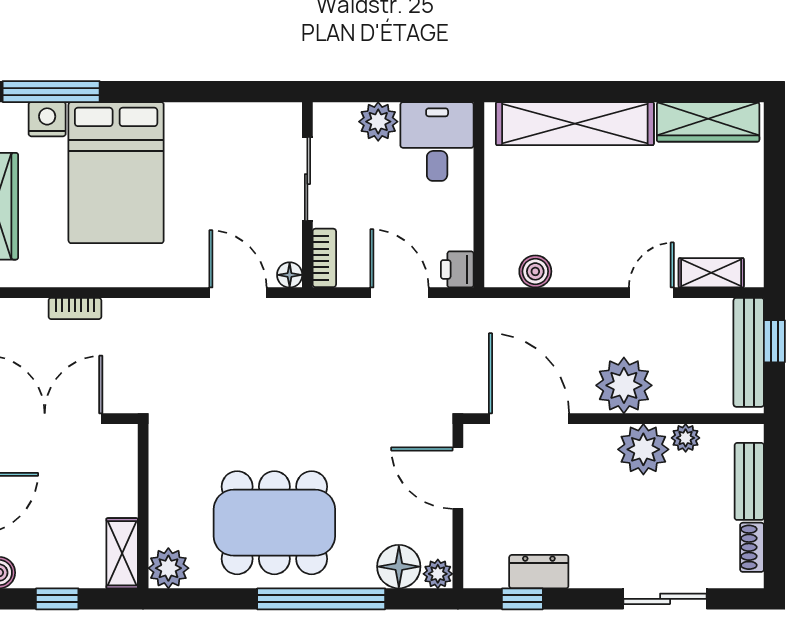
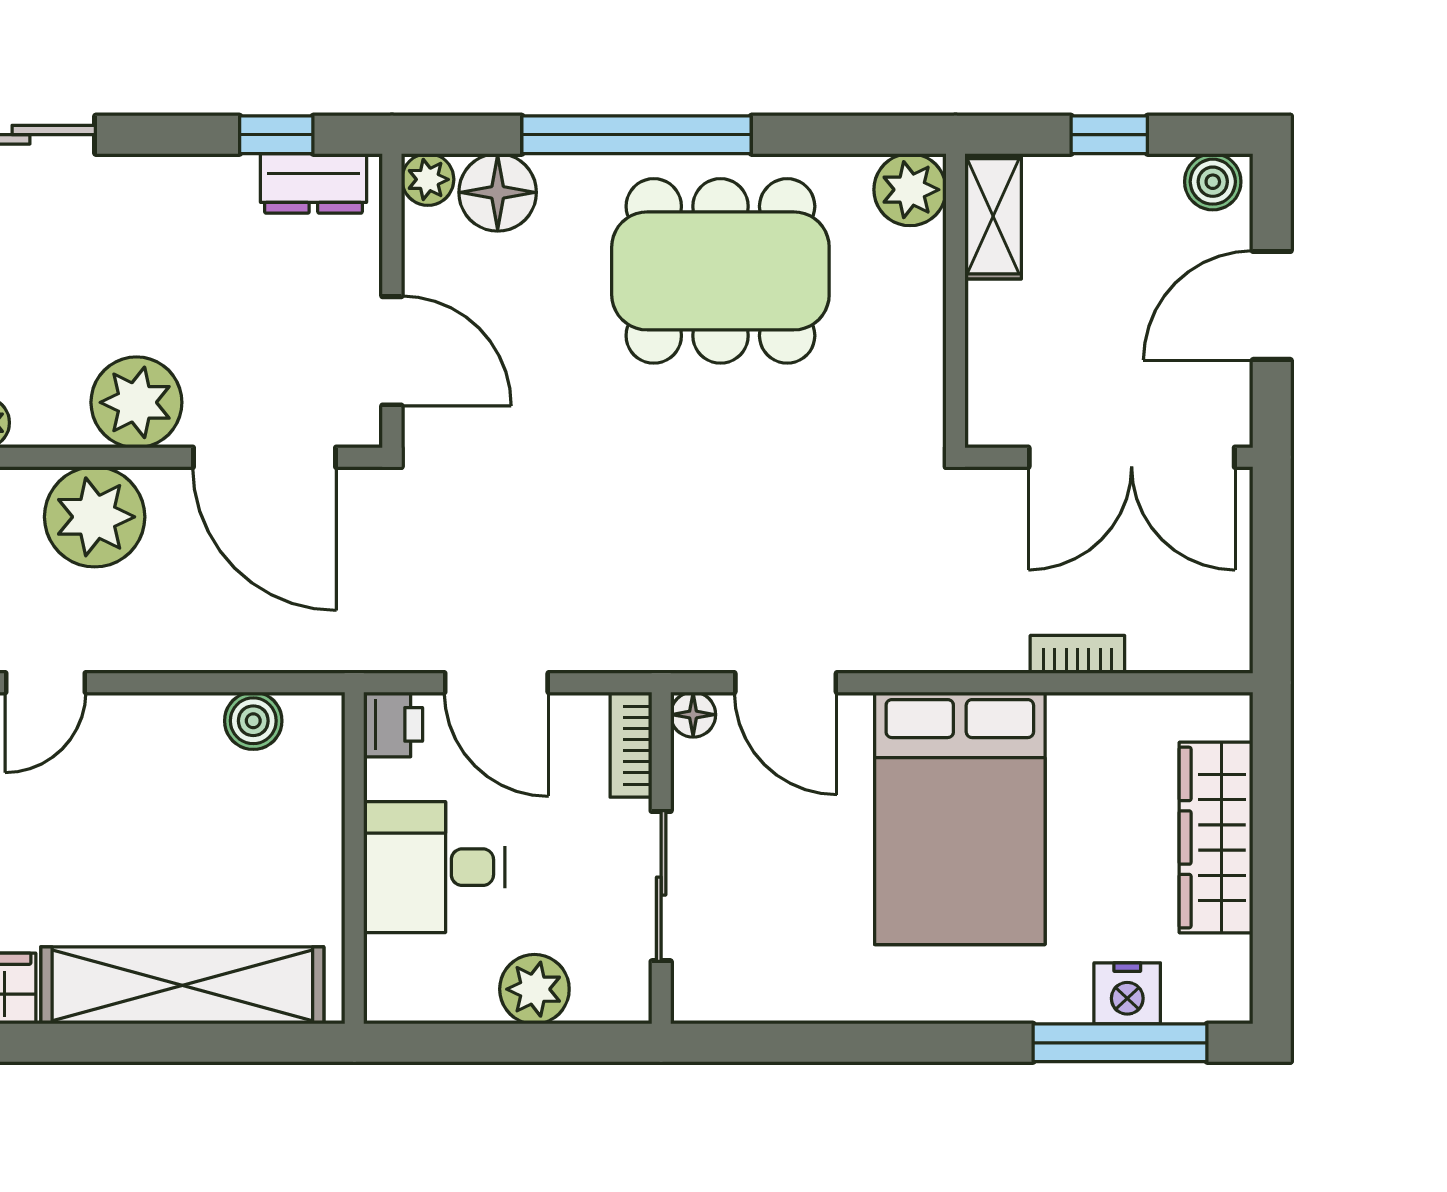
desk: (437, 142) -> (434, 867), moved, turned 90
bed: (116, 173) -> (960, 818), moved, turned 180
plant: (643, 449) -> (136, 402), moved
dresser: (539, 572) -> (313, 183), moved

